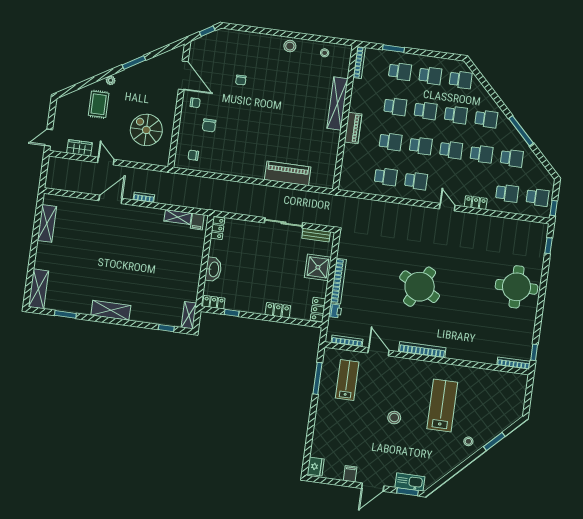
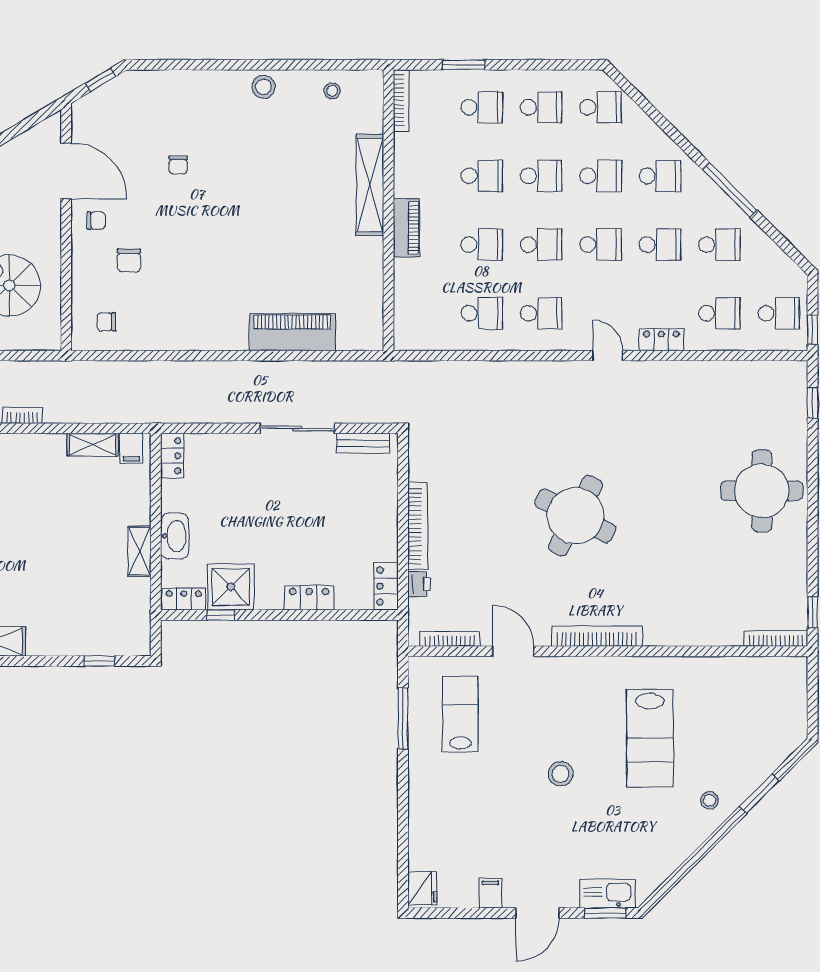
shower: (318, 267) -> (231, 587), moved
shelving: (189, 315) -> (139, 551), moved
lab bench: (442, 405) -> (650, 738), turned 180

